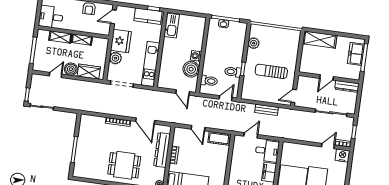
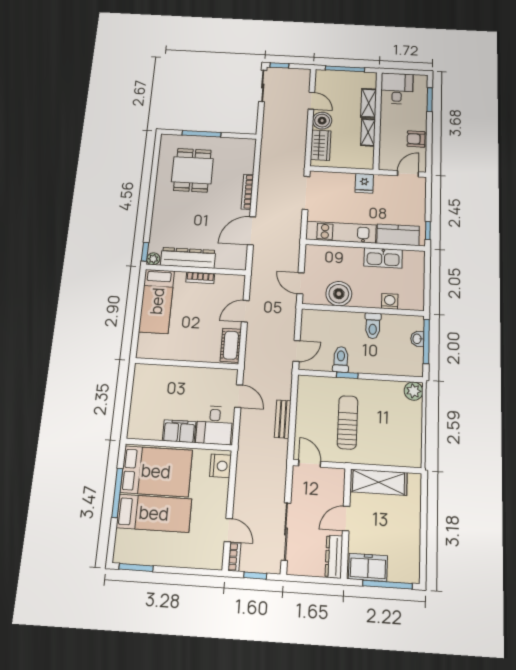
kitchen counter: (148, 16) -> (398, 235), moved, turned 90
door: (113, 17) -> (408, 174), hinge flipped
kitchen sink: (172, 26) -> (383, 258), moved
shelving: (320, 40) -> (379, 482), moved, turned 90
fridge: (121, 41) -> (364, 183), width x0.53, depth x0.75
plant: (254, 43) -> (414, 391), moved
freezer: (356, 54) -> (368, 567), moved
washing machine: (196, 56) -> (390, 301), moved
plant: (115, 58) -> (345, 181), removed
door: (326, 77) -> (346, 519), hinge flipped
toilet: (209, 81) -> (373, 326), moved
door: (183, 92) -> (301, 283), hinge flipped
door: (226, 98) -> (297, 351), hinge flipped
dresser: (162, 150) -> (188, 258), moved
nightstand: (342, 156) -> (221, 466), moved
dining table: (124, 165) -> (192, 170), moved

